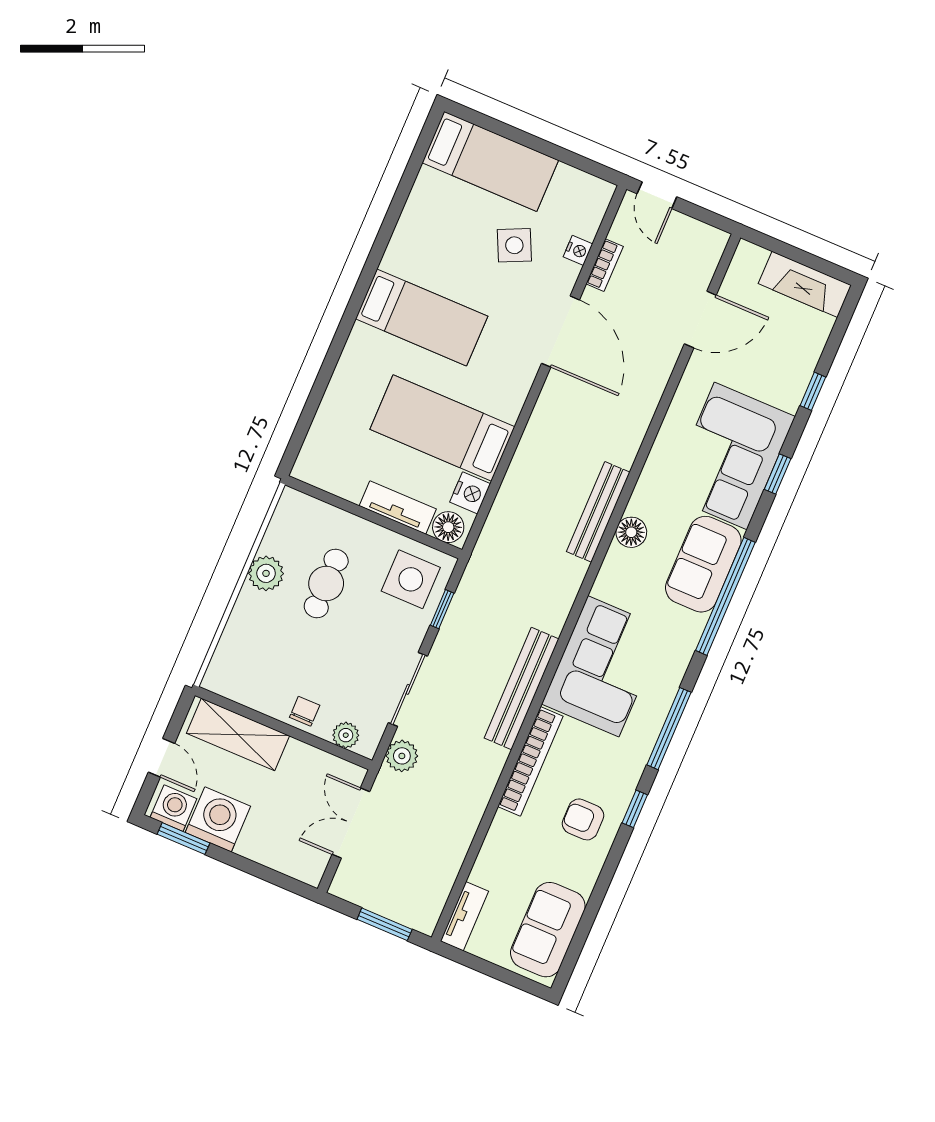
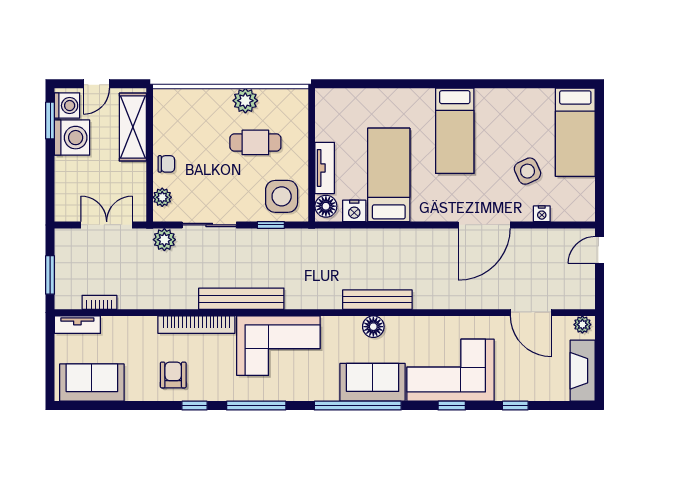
plant: (745, 259) -> (582, 325), added
bookcase: (605, 265) -> (99, 302), moved, turned 180

